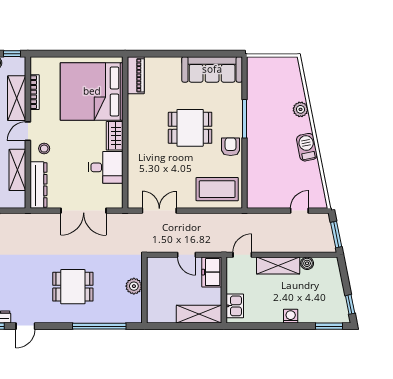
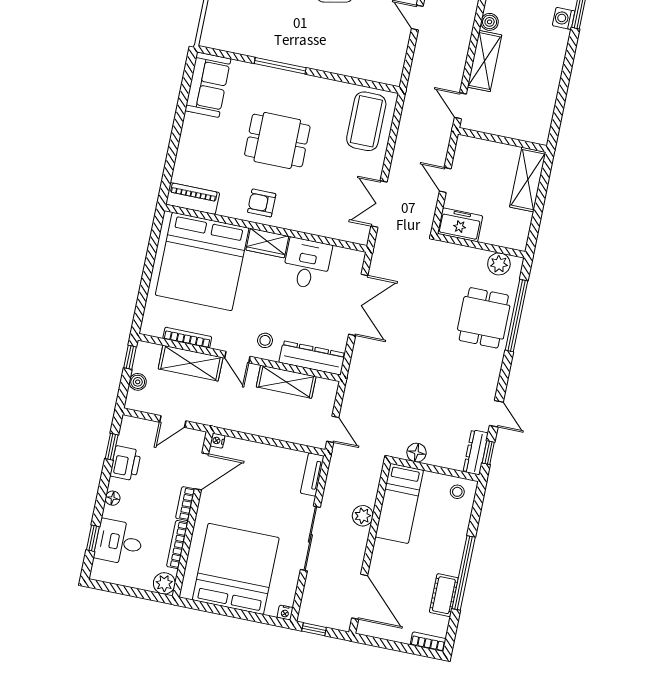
sofa: (212, 69) -> (208, 85), width x0.73
dining table: (190, 128) -> (277, 141), turned 90
armchair: (231, 147) -> (262, 203), moved
door: (186, 255) -> (445, 180), swing flipped
freezer: (212, 272) -> (460, 225), moved, turned 180
plant: (134, 286) -> (499, 264), moved
dining table: (73, 287) -> (484, 318), moved
kitchen sink: (235, 306) -> (526, 130), removed
washing machine: (291, 316) -> (564, 18), moved

